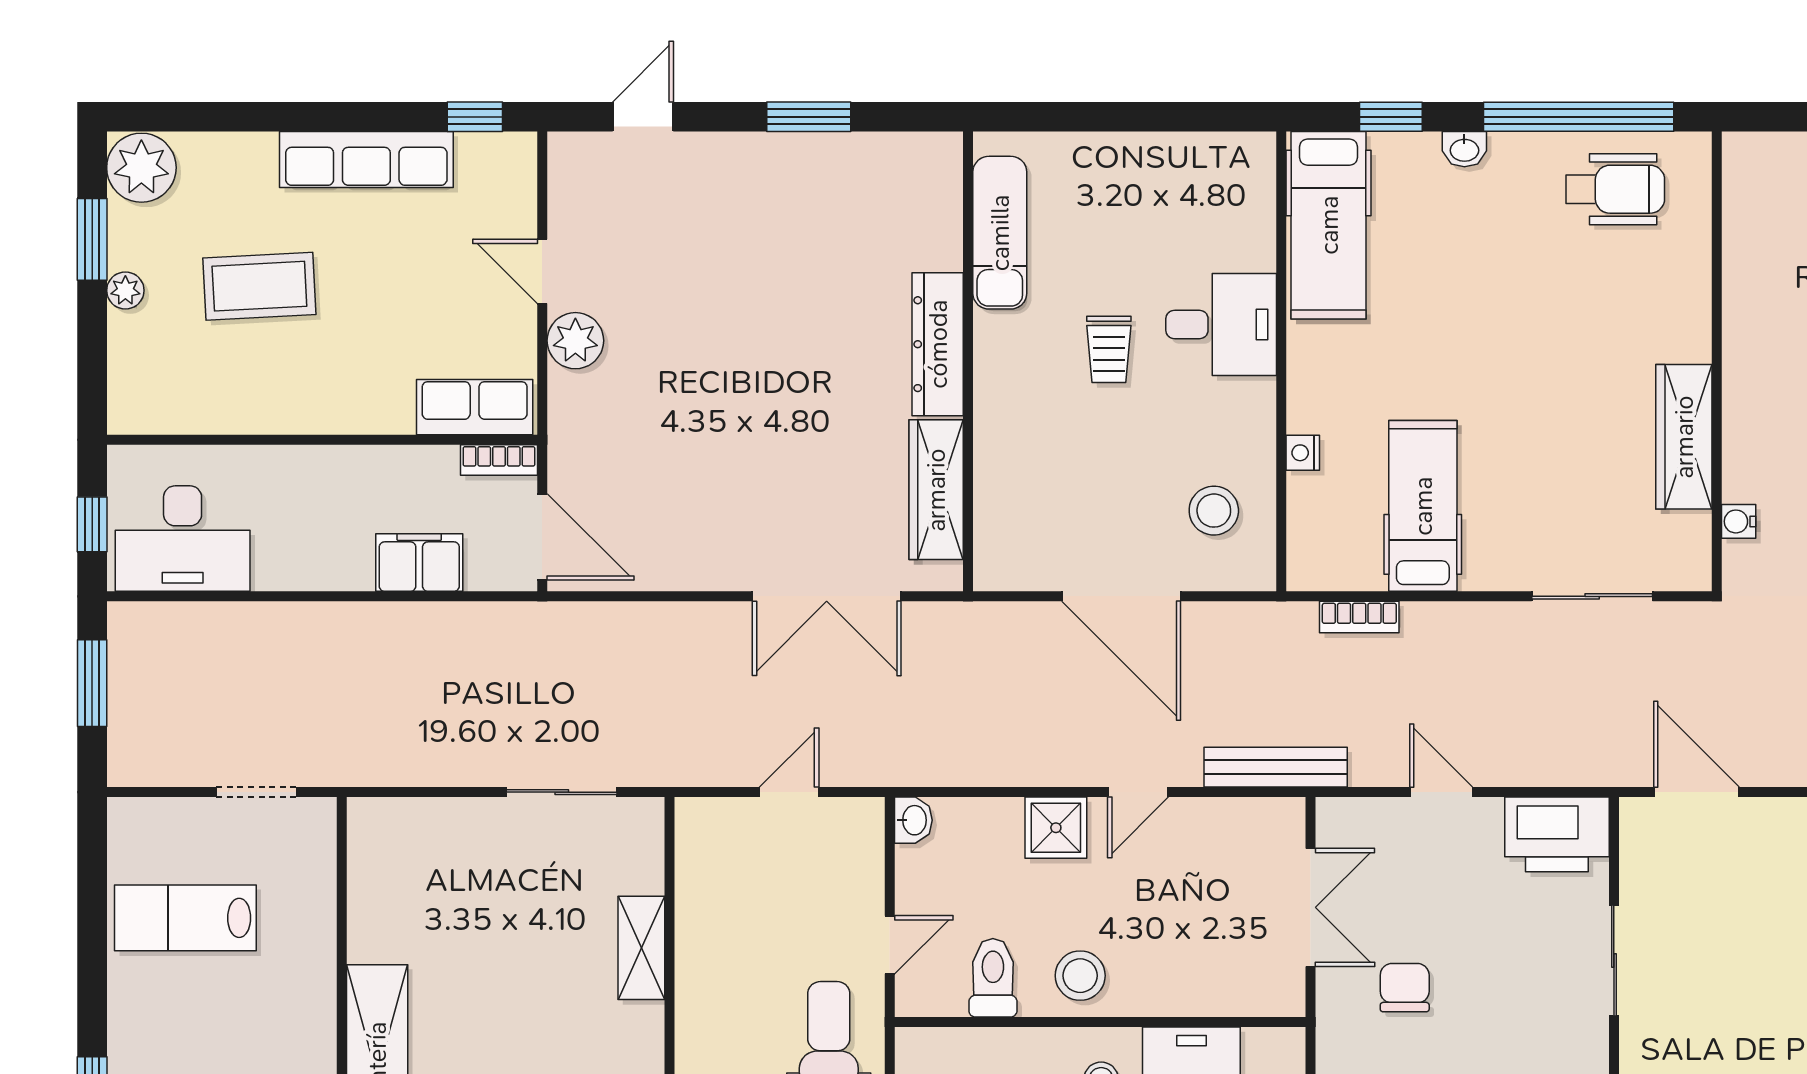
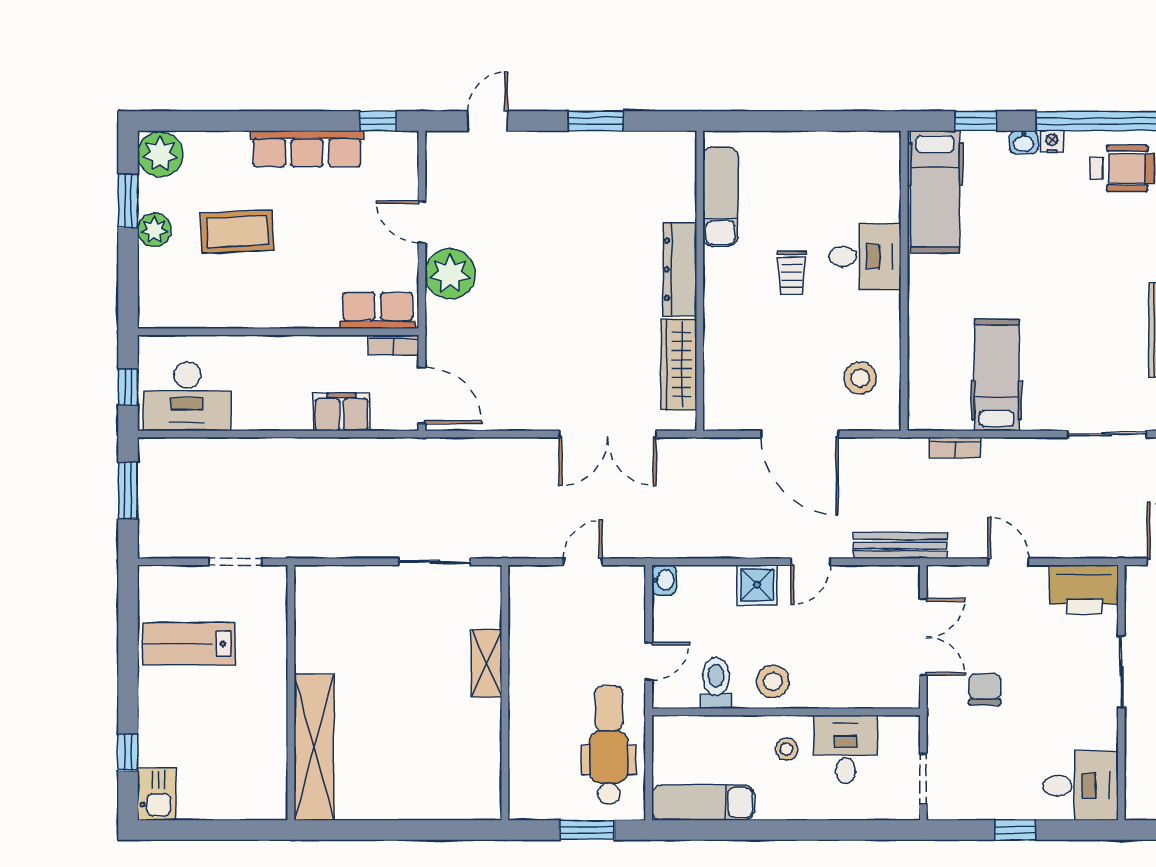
plant: (125, 290) -> (154, 230), width x1.38, depth x1.38
plant: (575, 341) -> (450, 274), width x1.36, depth x1.36
nightstand: (1303, 453) -> (1052, 141), moved, turned 90

